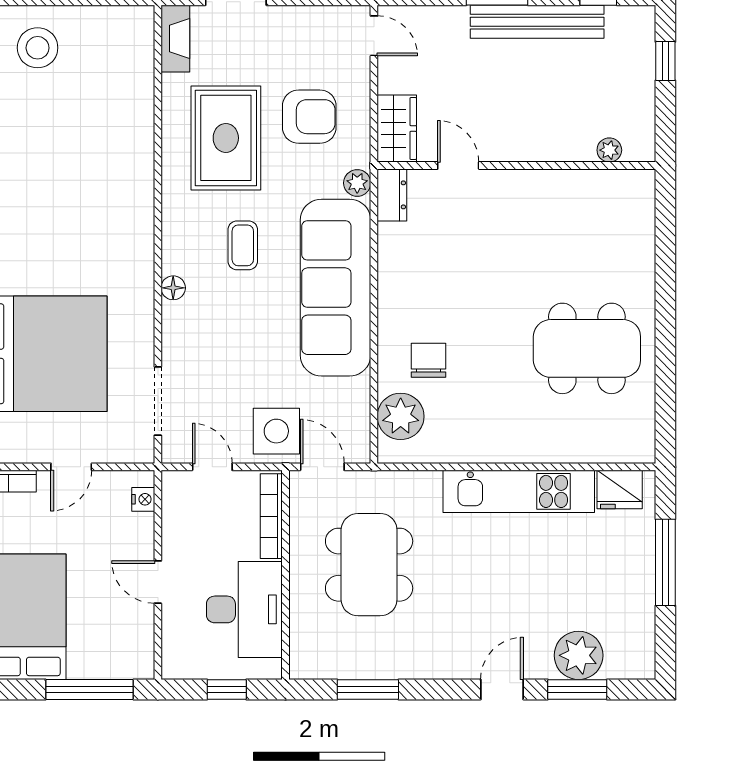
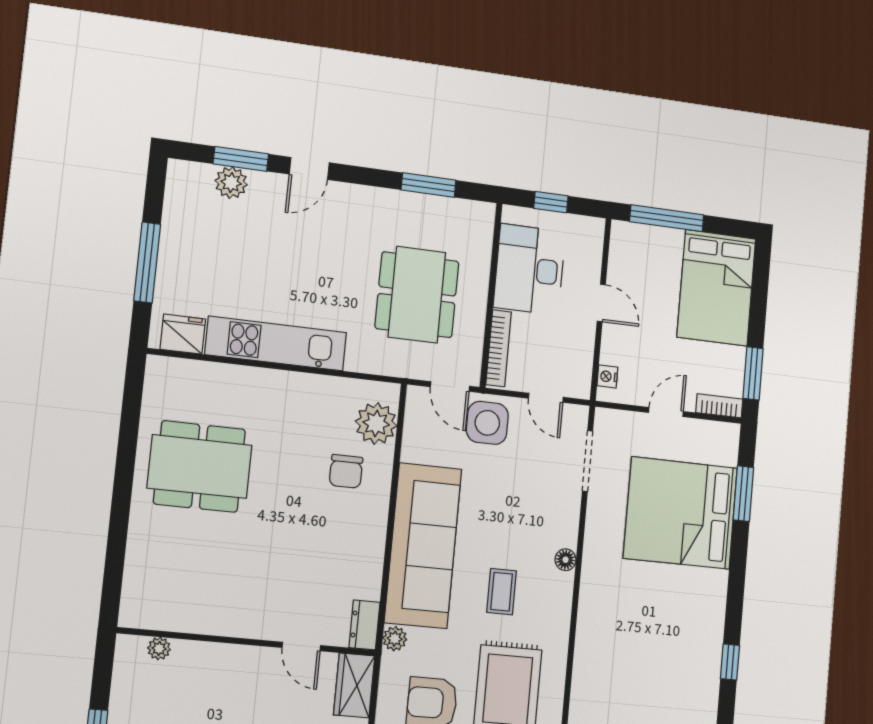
plant: (579, 655) -> (231, 183), width x0.73, depth x0.73

